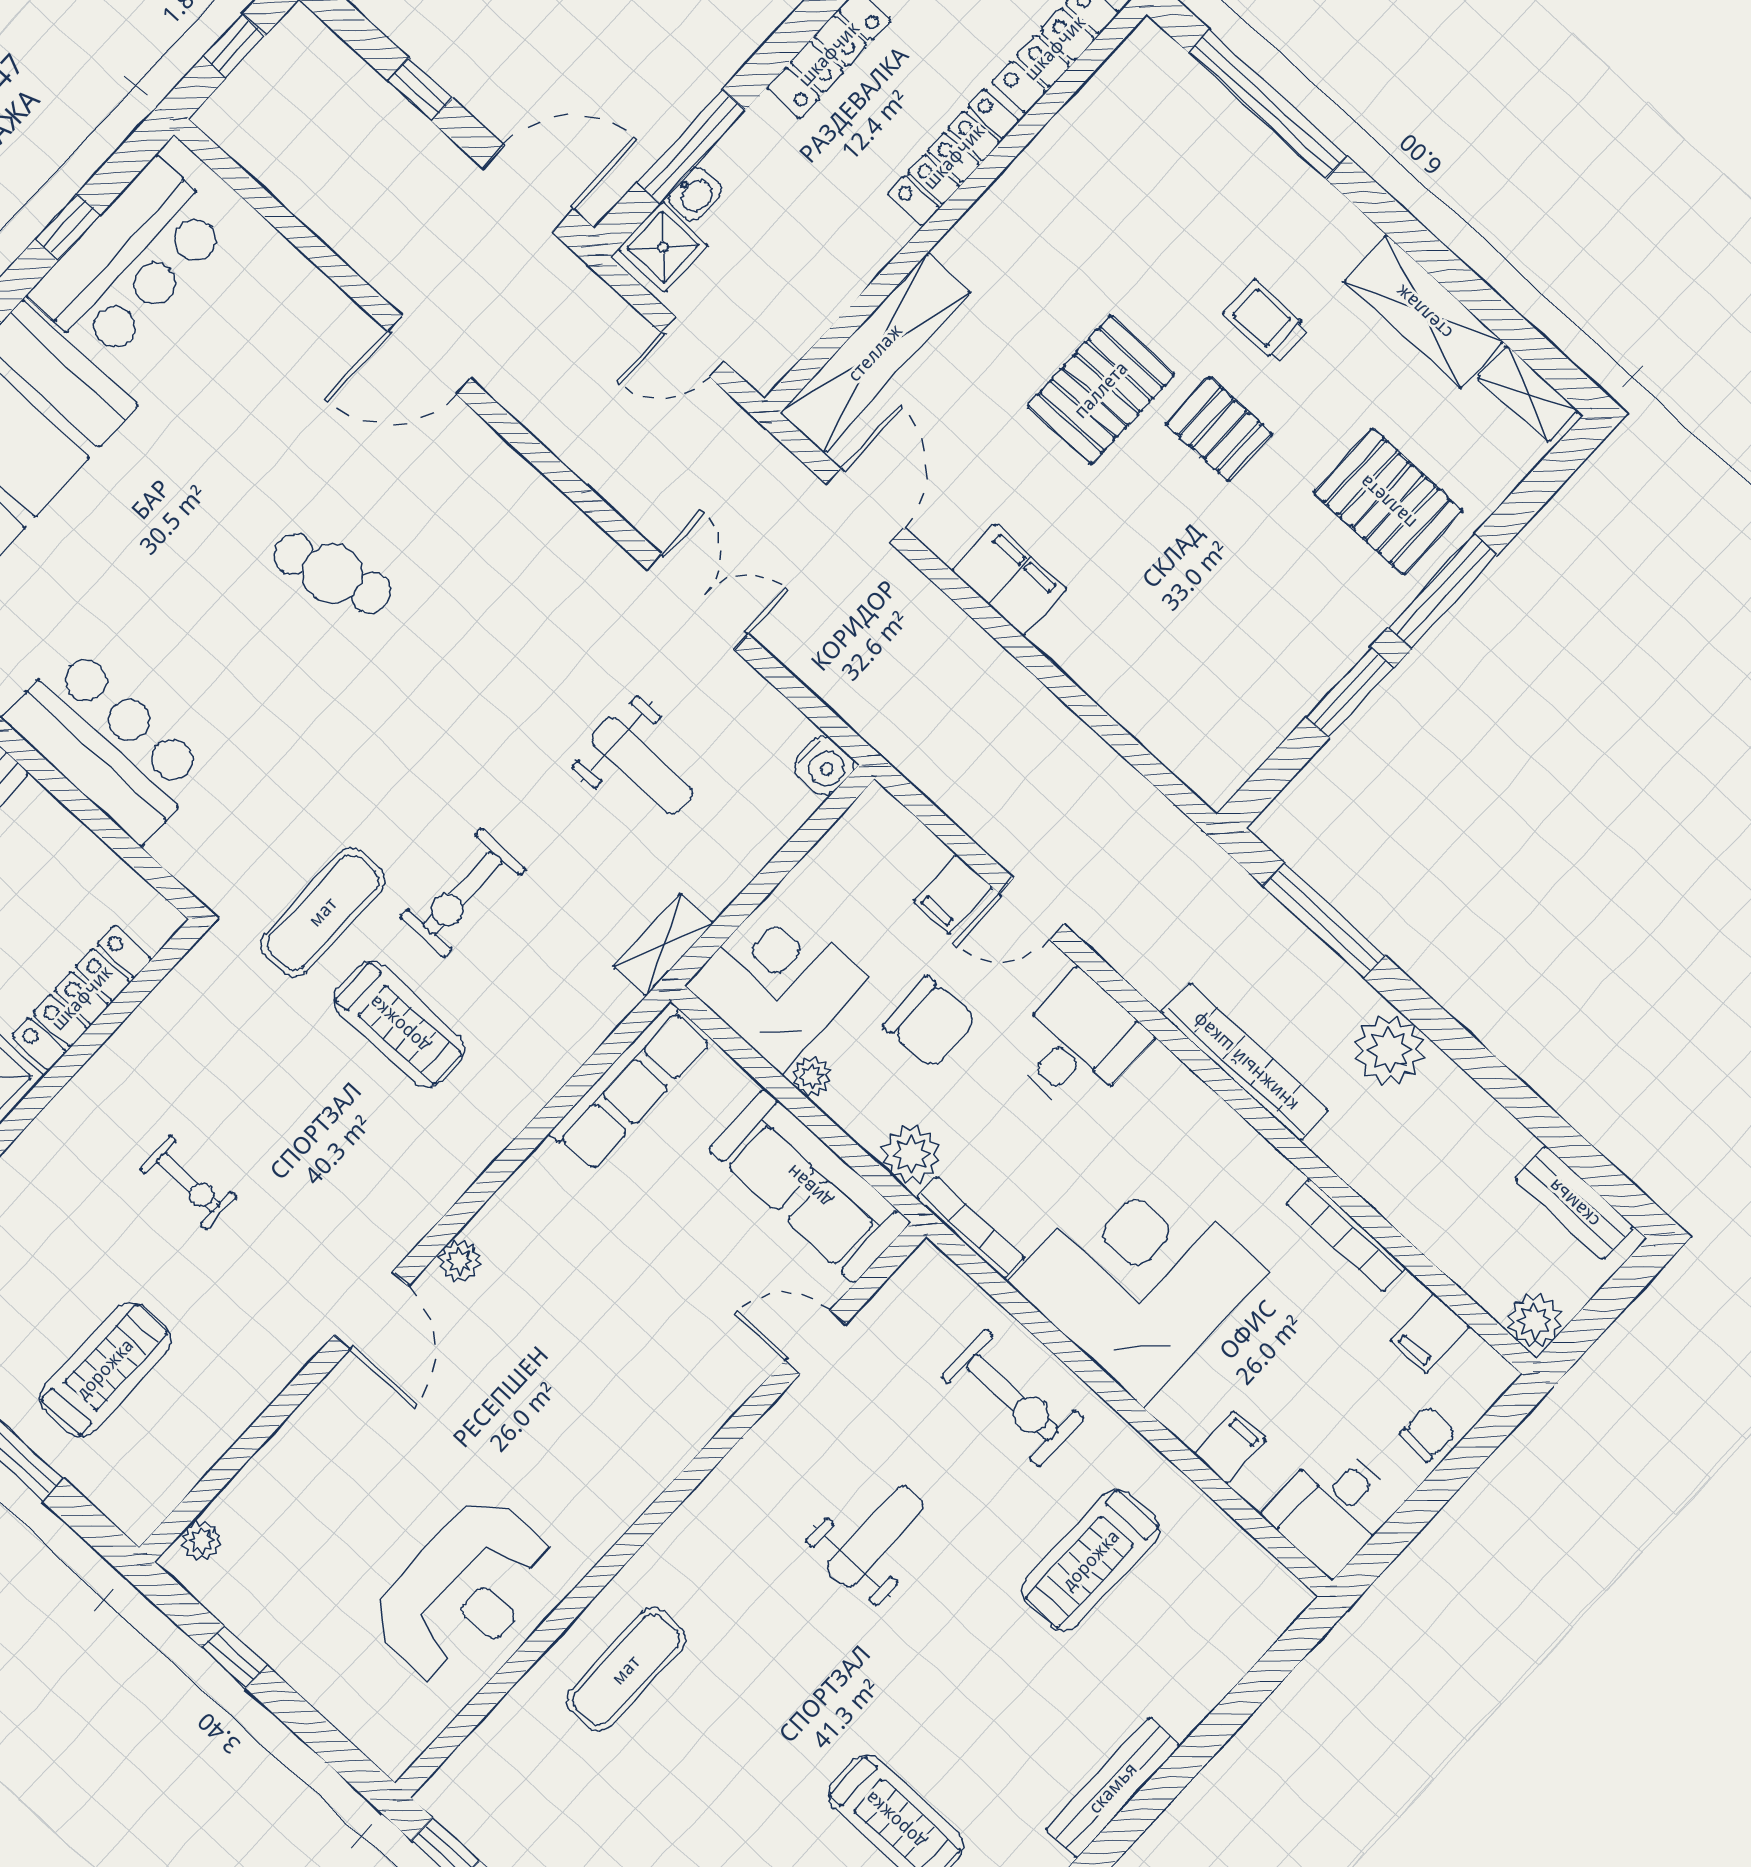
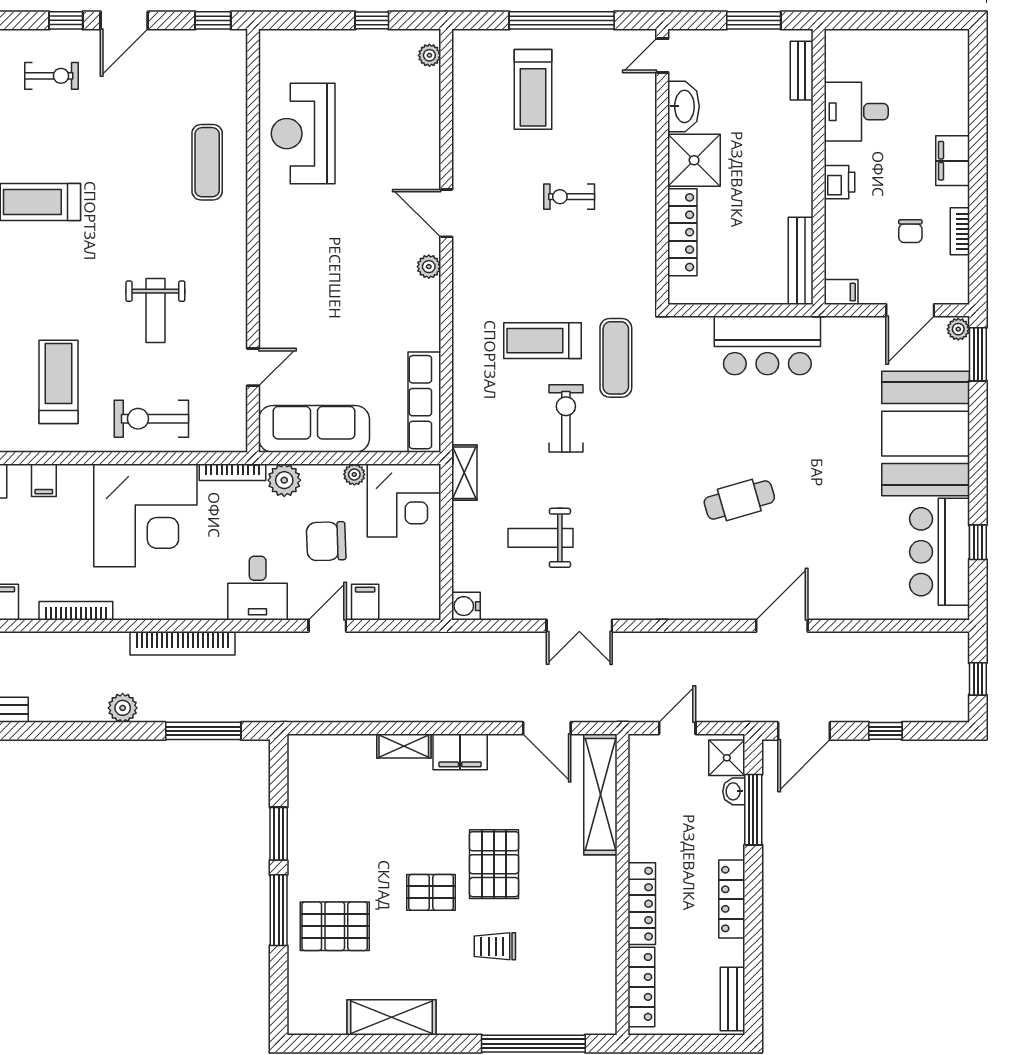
trolley: (1266, 321) -> (495, 946), moved, turned 180
shelving: (1528, 394) -> (404, 746), moved
plant: (1389, 1050) -> (123, 708), width x0.73, depth x0.73

